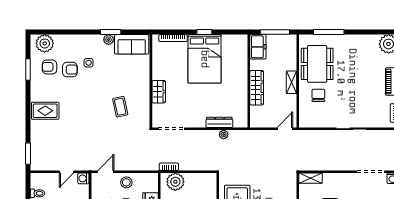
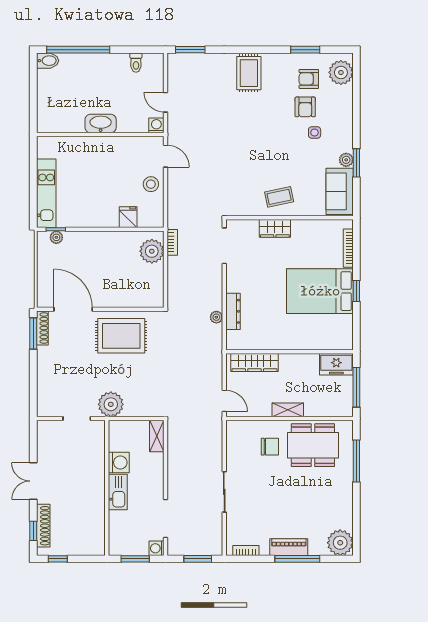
armchair: (49, 67) -> (309, 79), turned -90
wardrobe: (257, 88) -> (254, 362), moved
coffee table: (120, 107) -> (279, 197), moved

